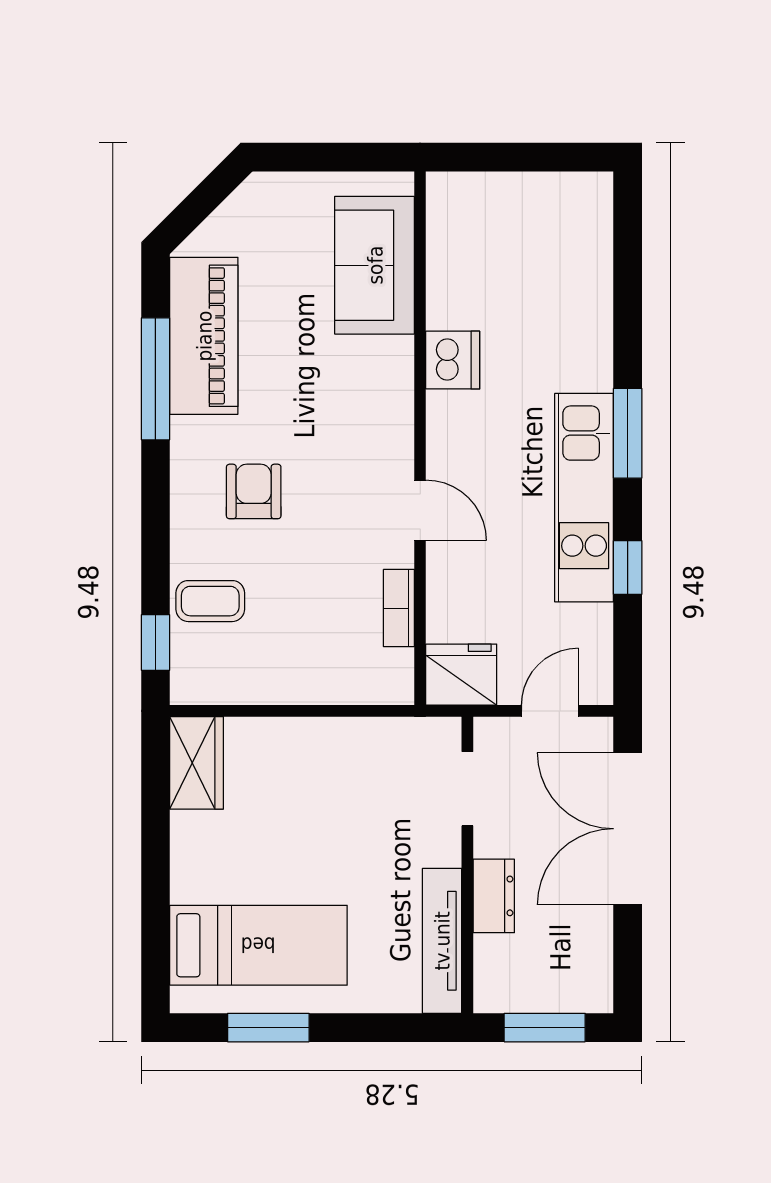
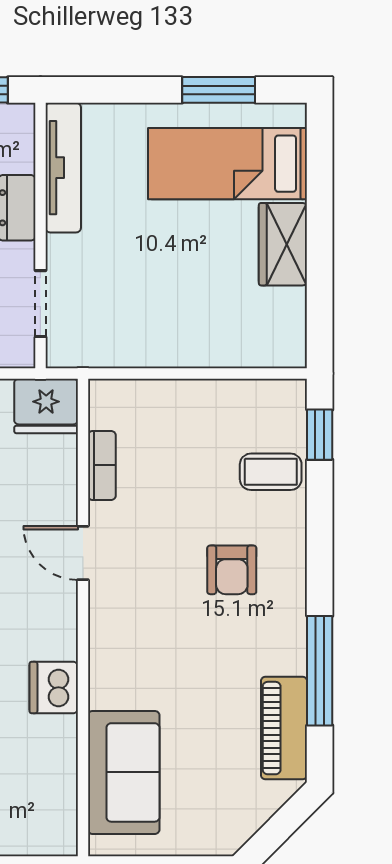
piano: (204, 336) -> (284, 728), width x0.73, depth x0.75
wardrobe: (197, 763) -> (283, 244), moved

